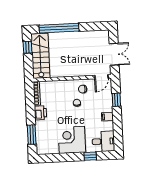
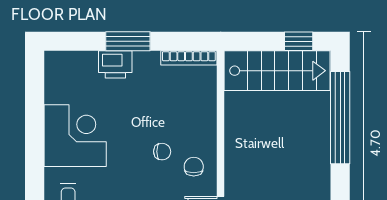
printer: (40, 113) -> (115, 64), moved
window: (32, 135) -> (128, 41), moved
window: (90, 156) -> (35, 177), removed

